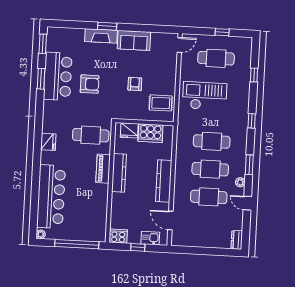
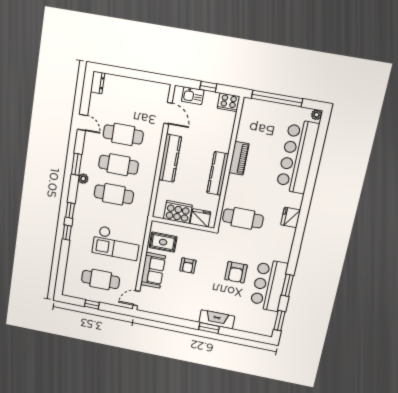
sofa: (134, 40) -> (153, 270), moved, turned 90
window: (254, 75) -> (67, 233), moved
armchair: (90, 84) -> (236, 272), turned -90
piano: (103, 169) -> (239, 158), moved
plant: (240, 182) -> (83, 179), moved

